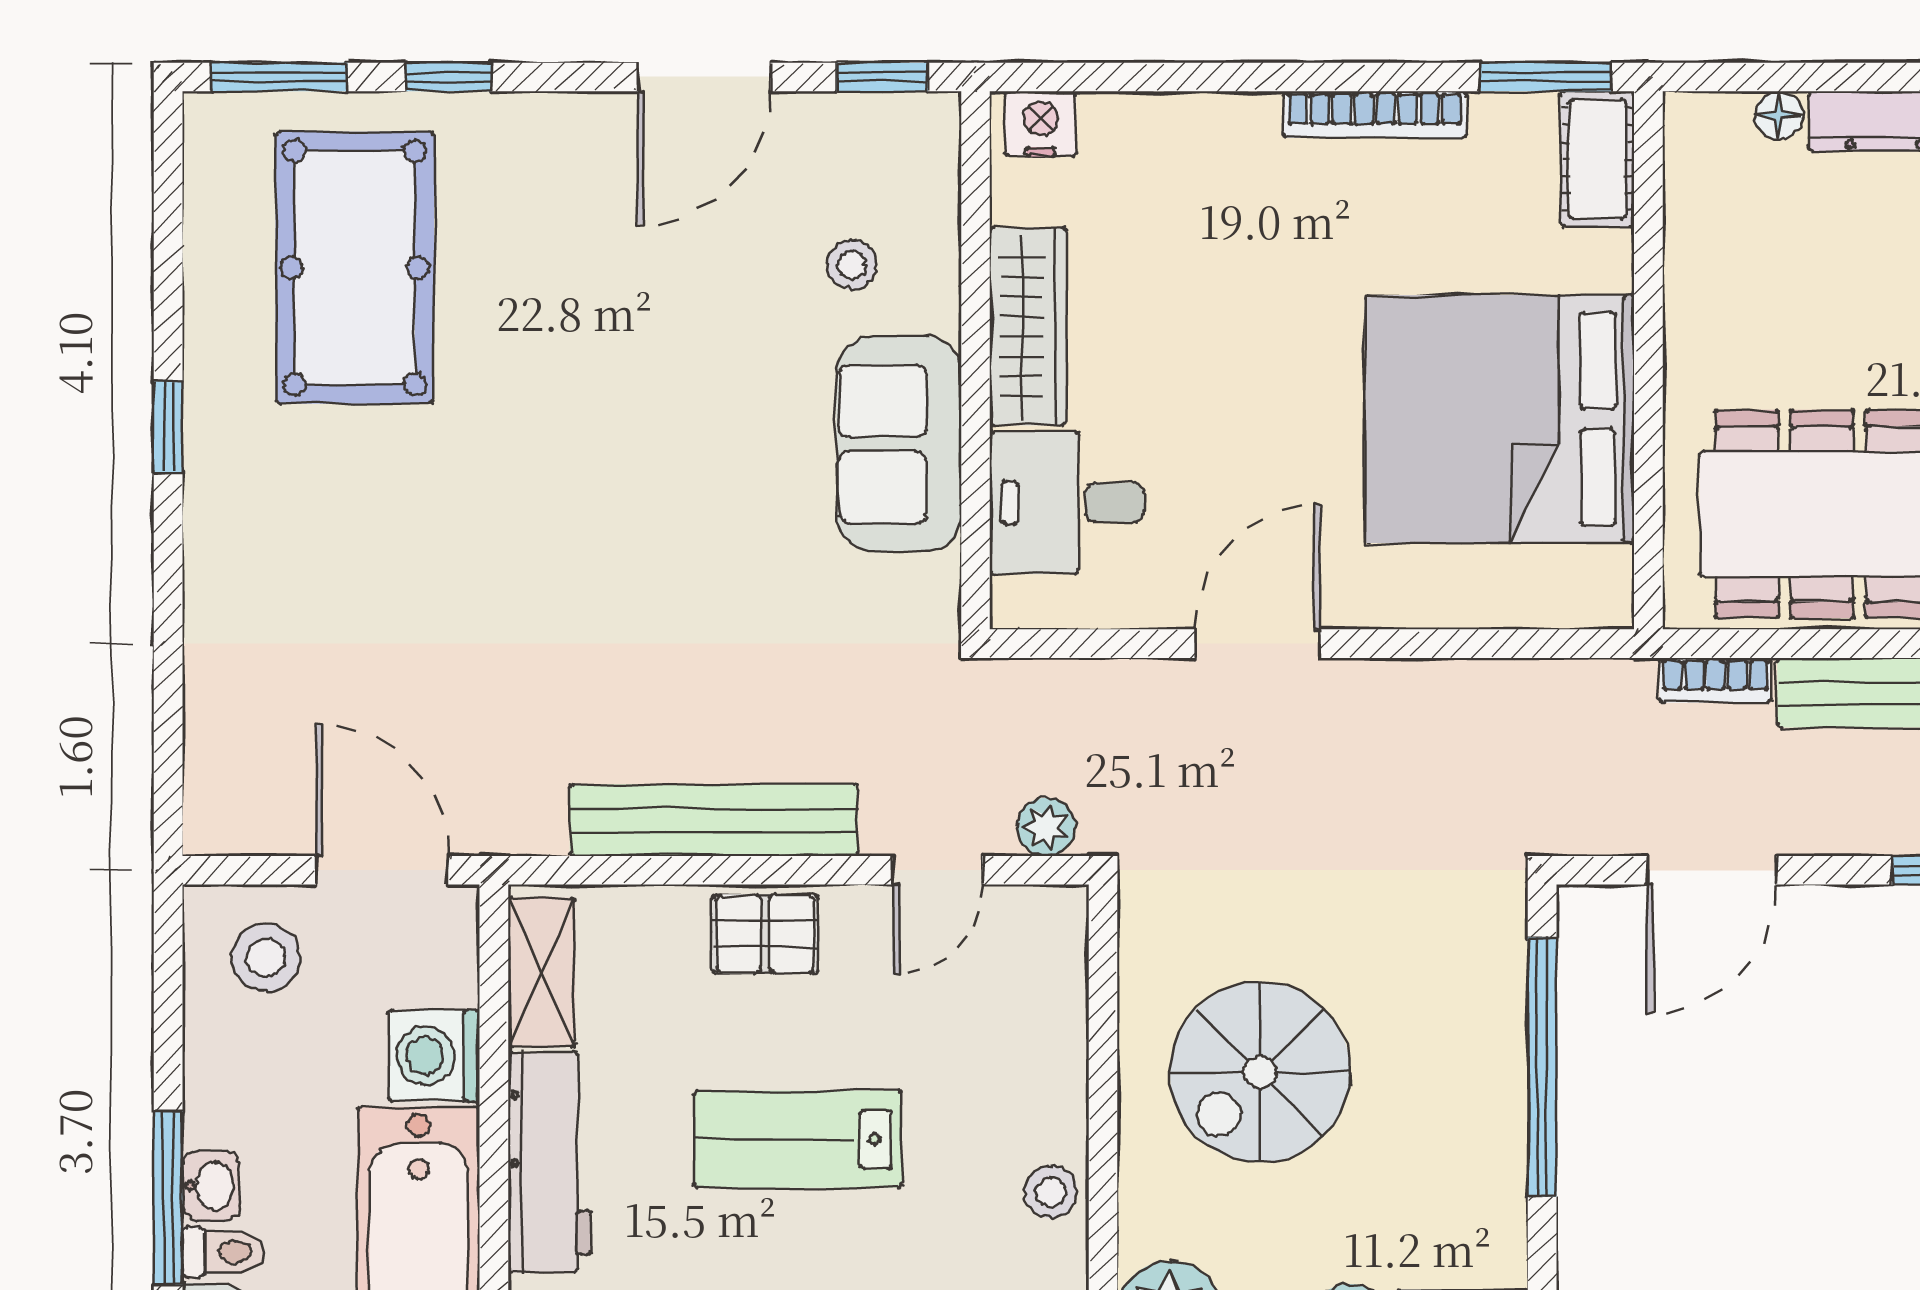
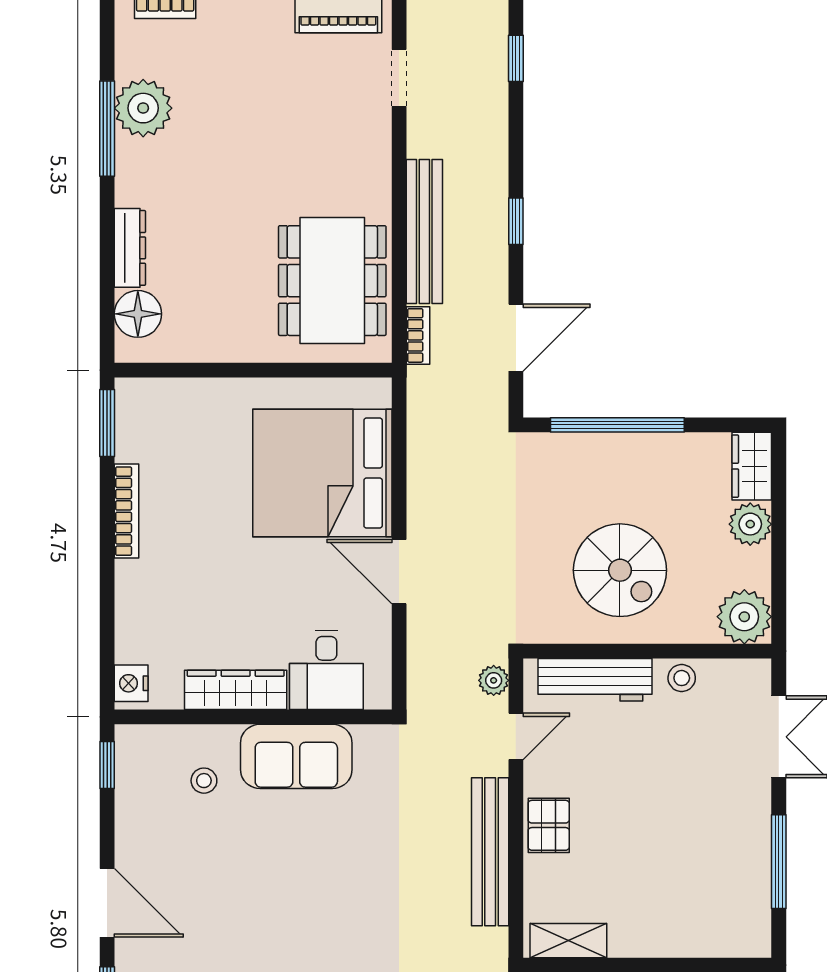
door: (704, 77) -> (107, 903), moved
floor lamp: (1779, 115) -> (138, 314), width x1.89, depth x1.89
cot: (1597, 159) -> (149, 396), removed
bed: (1500, 419) -> (322, 473), moved, turned 90
door: (938, 870) -> (516, 736), hinge flipped
door: (1711, 870) -> (516, 338), hinge flipped
lab bench: (798, 1139) -> (654, 808), removed
workbench: (549, 1162) -> (595, 680), moved, turned 180

